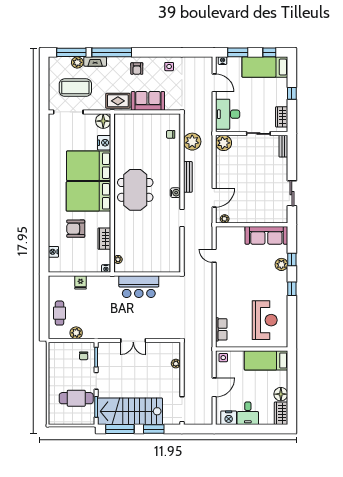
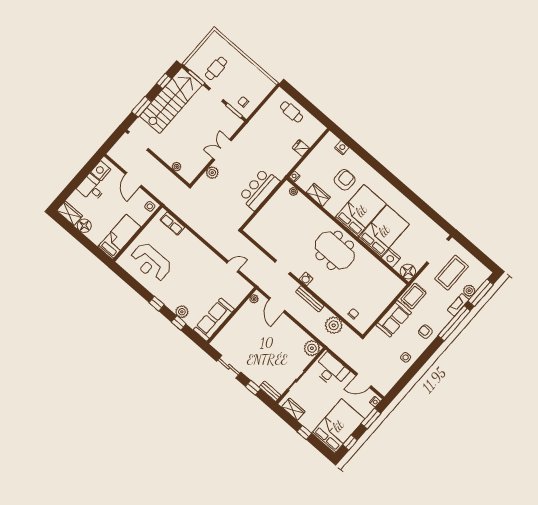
bed: (265, 67) -> (338, 426), width x1.50
window: (292, 161) -> (253, 388), added
plant: (76, 333) -> (212, 173), moved
cafe table: (76, 398) -> (216, 68), width x0.73, depth x0.74
window: (120, 429) -> (164, 81), width x0.46

